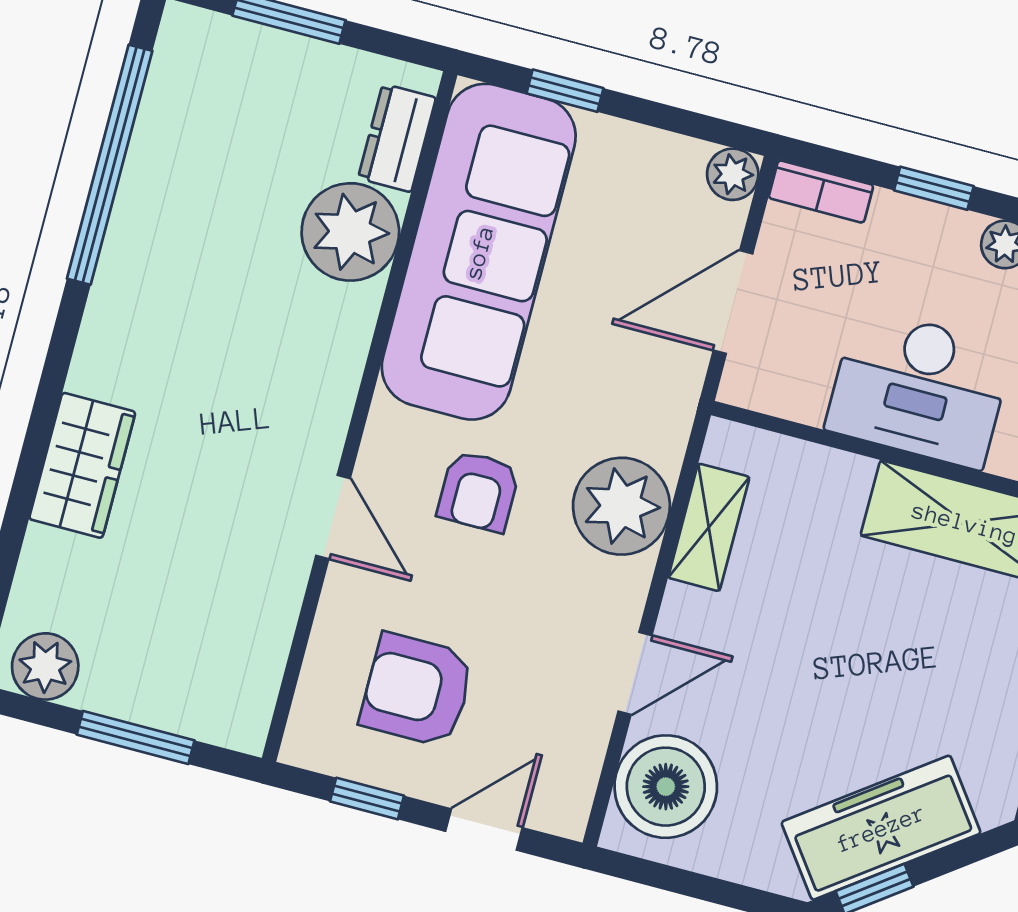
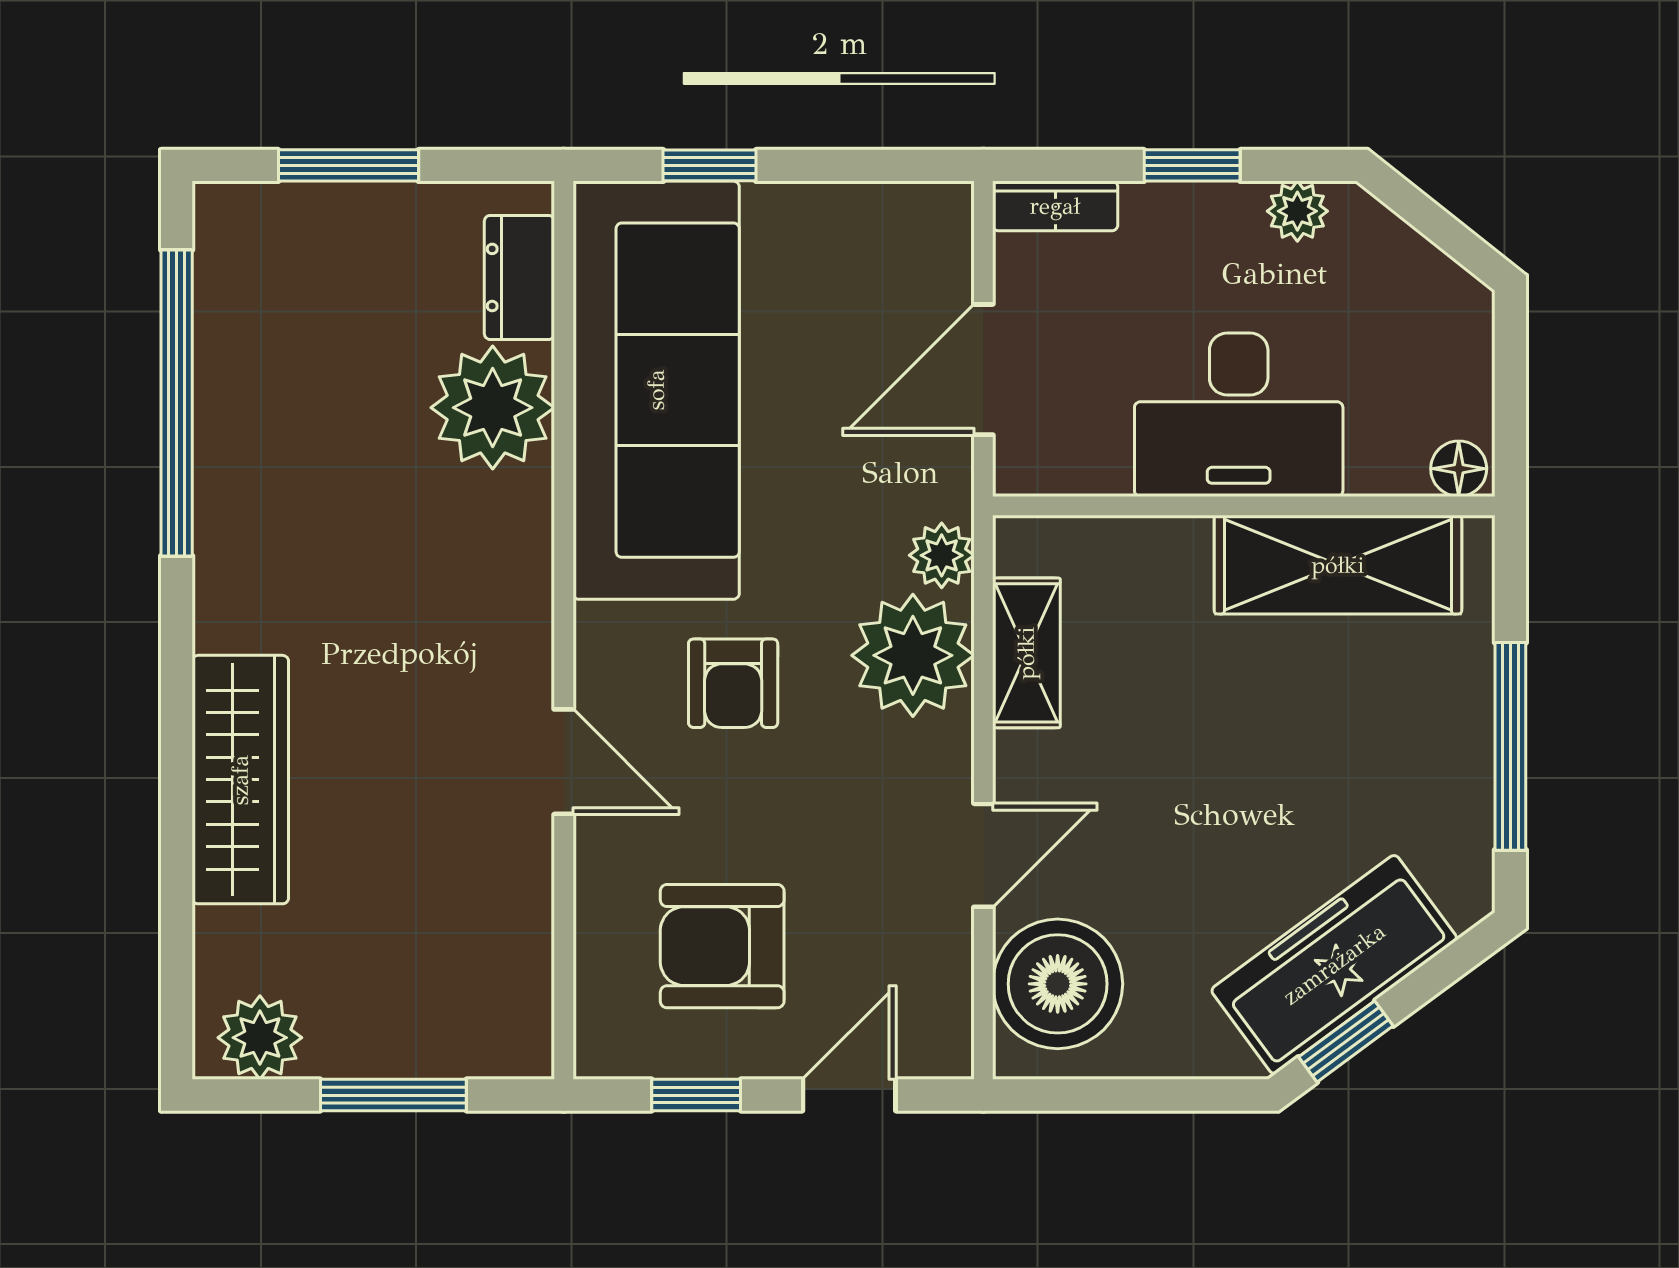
plant: (733, 174) -> (942, 555), moved
wardrobe: (82, 465) -> (240, 780), width x1.50

